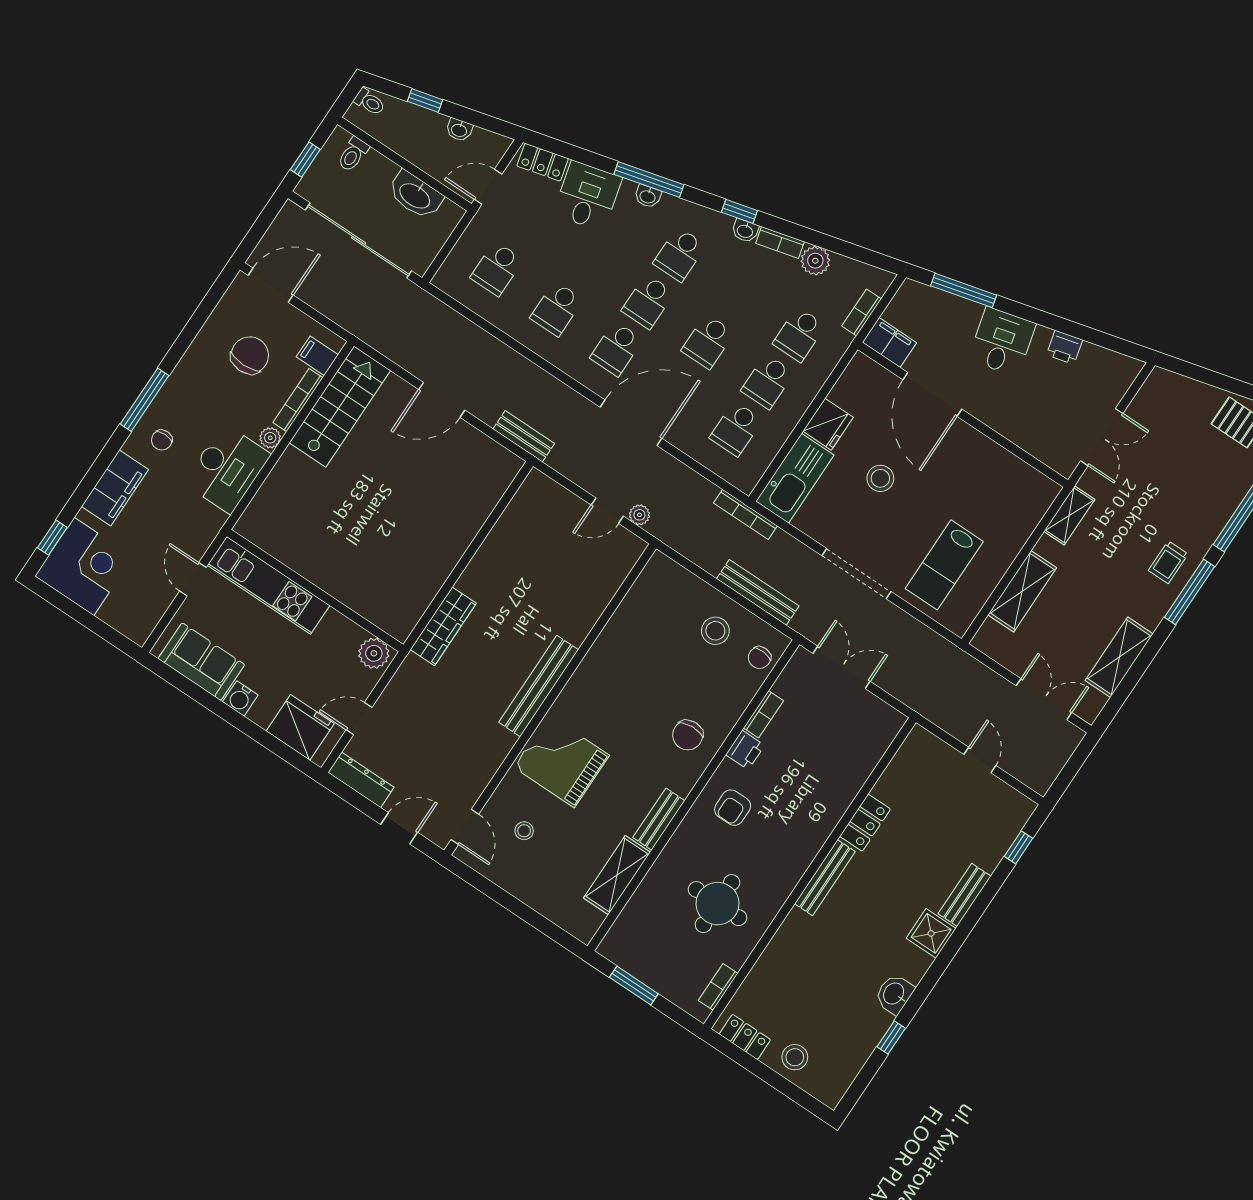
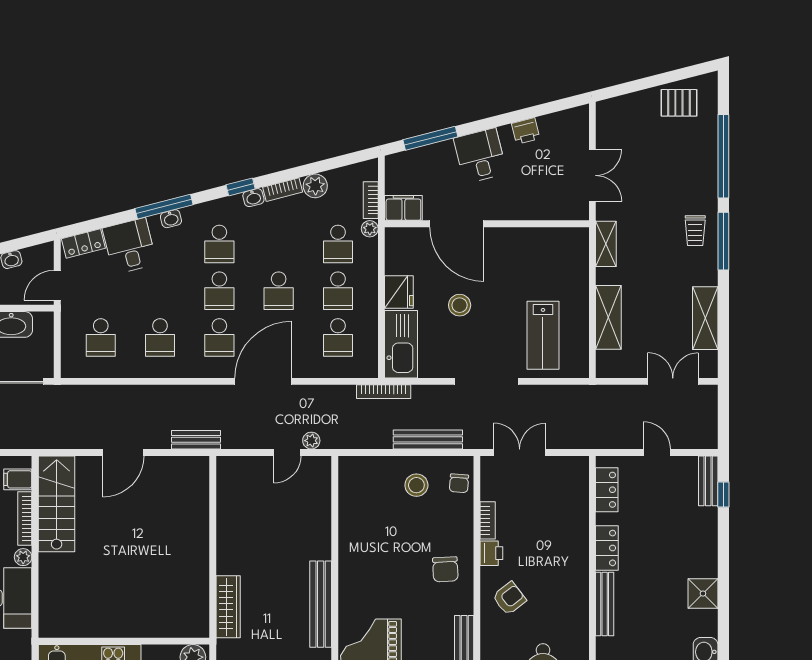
plant: (841, 341) -> (370, 229), added
locker: (904, 764) -> (607, 490), added
armchair: (733, 808) -> (509, 598), turned -128
bench: (965, 895) -> (708, 481), moved

